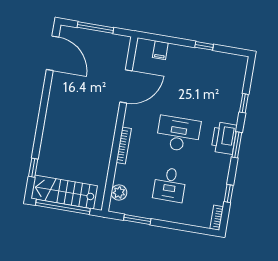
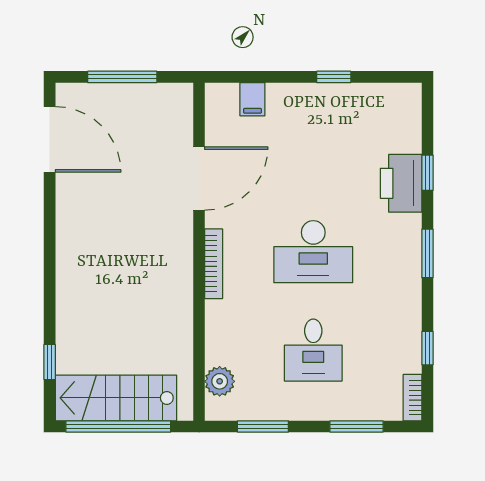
desk: (178, 134) -> (313, 252), turned 180
printer: (224, 138) -> (401, 183), moved
bookcase: (124, 145) -> (214, 264), moved
window: (185, 228) -> (356, 426), added

